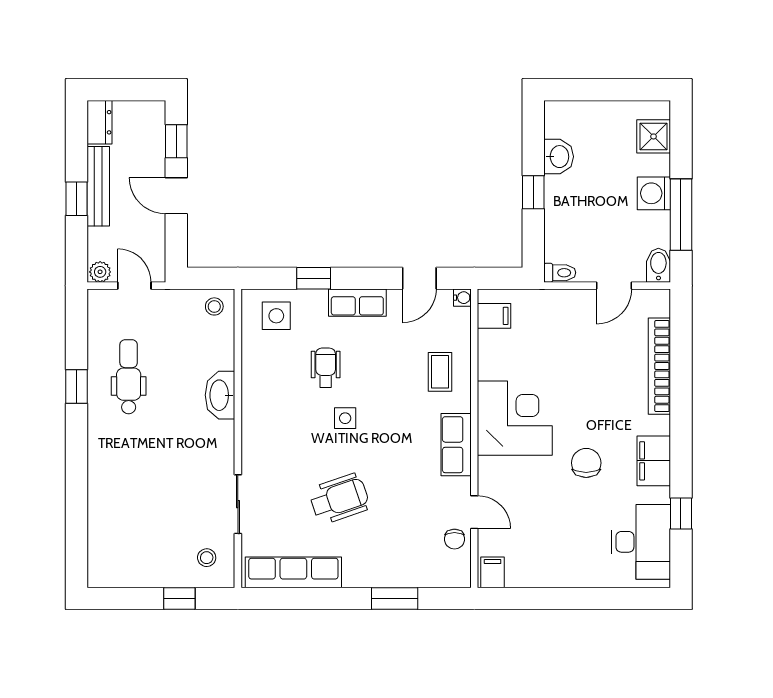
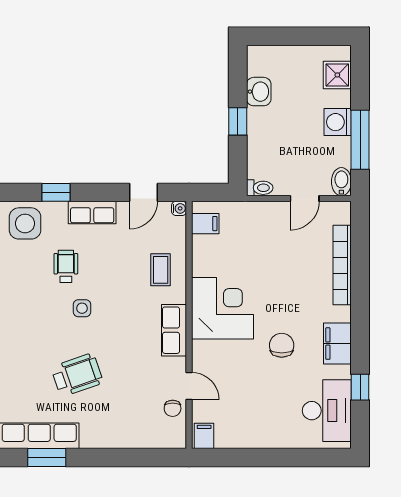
side table: (276, 316) -> (25, 223), width x1.37, depth x1.37
window: (395, 599) -> (47, 458), moved

